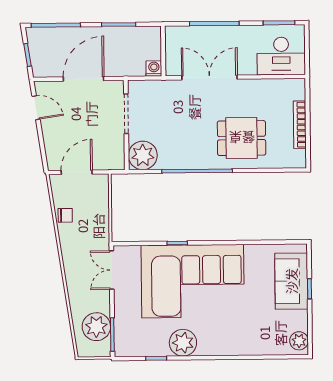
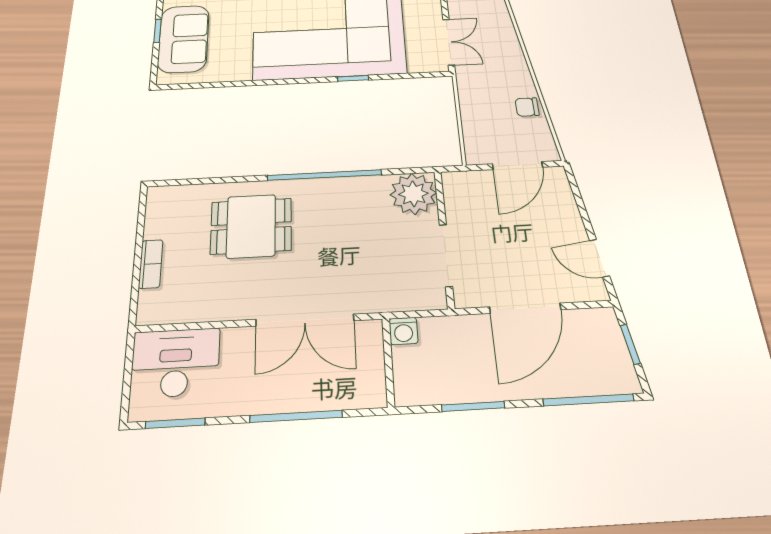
bookcase: (300, 125) -> (151, 264), width x0.64

